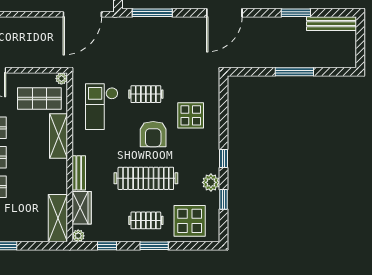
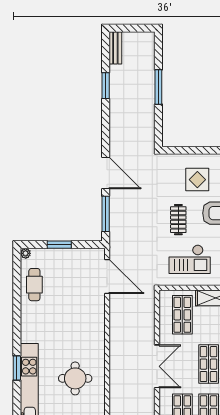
door: (224, 13) -> (106, 173), moved
bench: (331, 24) -> (115, 48), width x0.73
plant: (61, 79) -> (164, 295), removed

